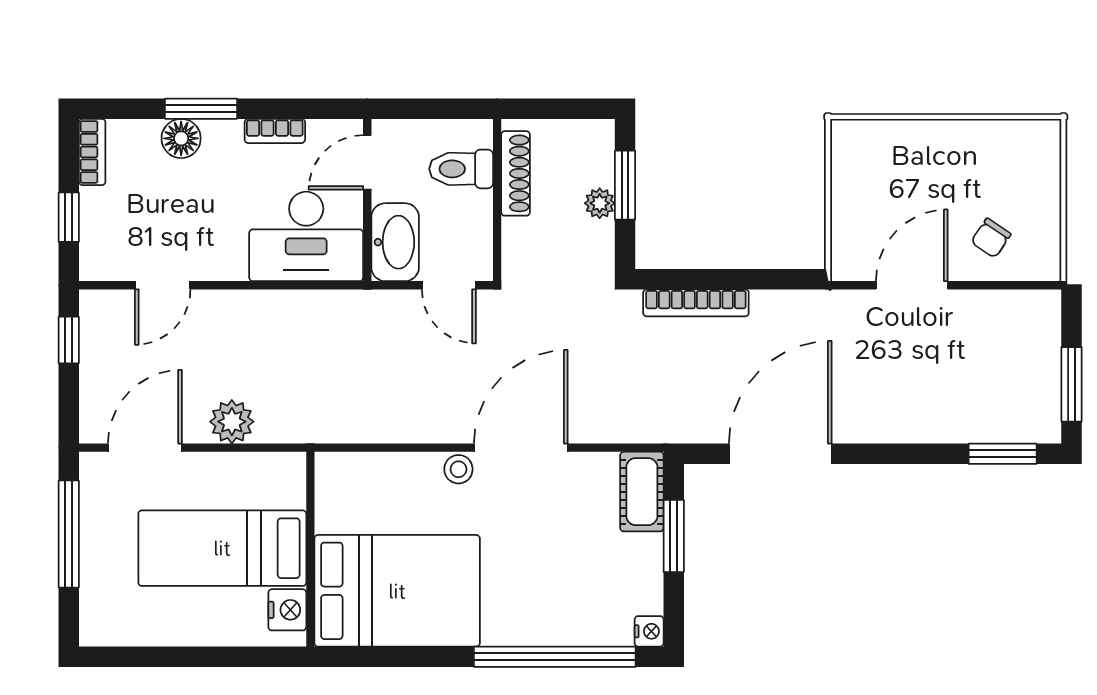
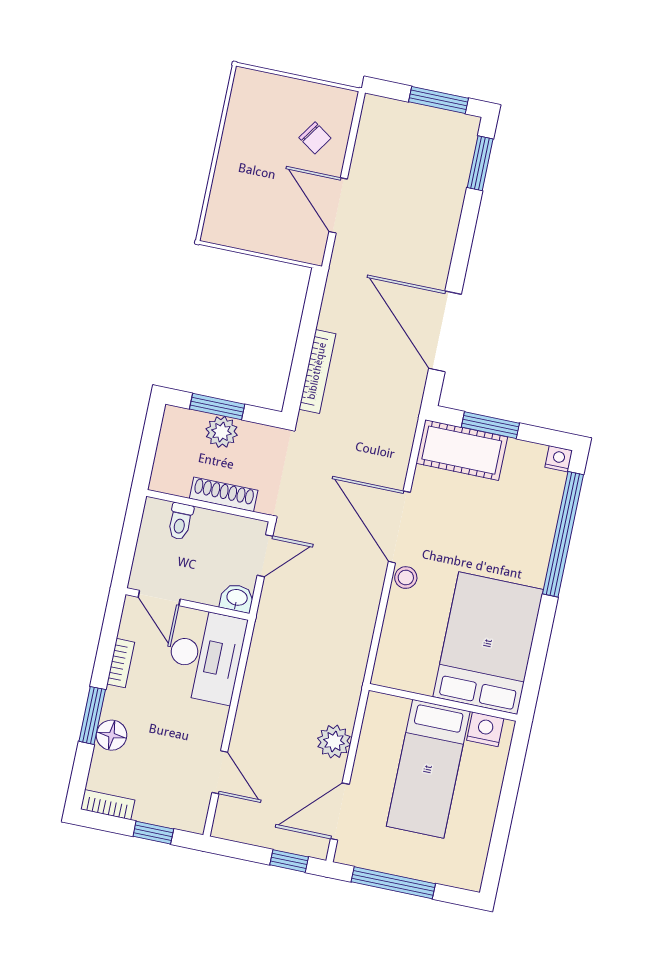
toilet: (461, 169) -> (180, 521), width x0.73, depth x0.72
shoe rack: (516, 173) -> (224, 494), moved
plant: (600, 203) -> (222, 432), width x1.38, depth x1.38
washbasin: (395, 242) -> (237, 598), width x0.52, depth x0.69
window: (69, 340) -> (289, 861), moved
door: (145, 448) -> (340, 811), hinge flipped
cot: (642, 492) -> (462, 450), width x1.37, depth x1.34

